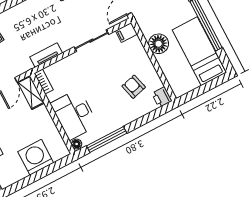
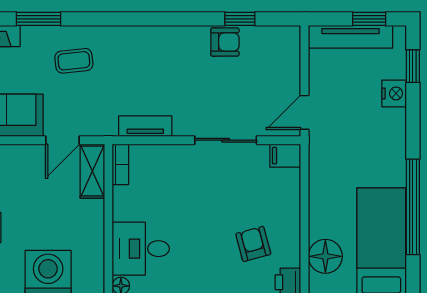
floor lamp: (159, 44) -> (325, 256), moved
desk: (74, 114) -> (141, 249), width x0.73

